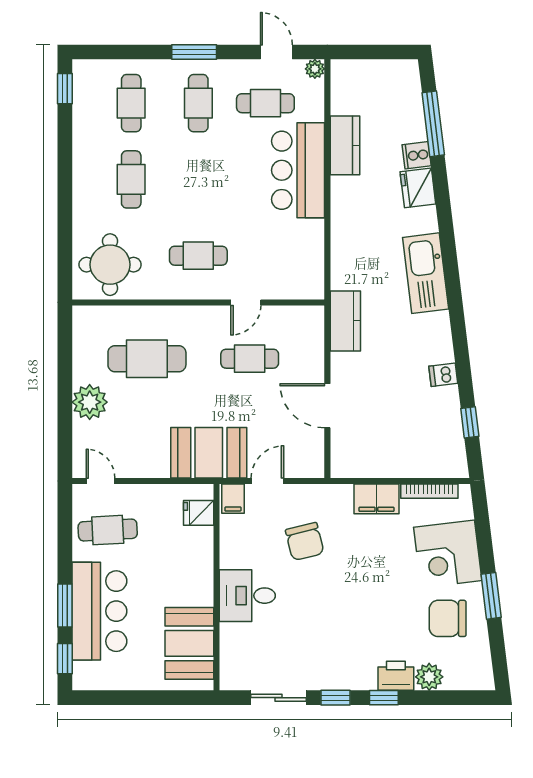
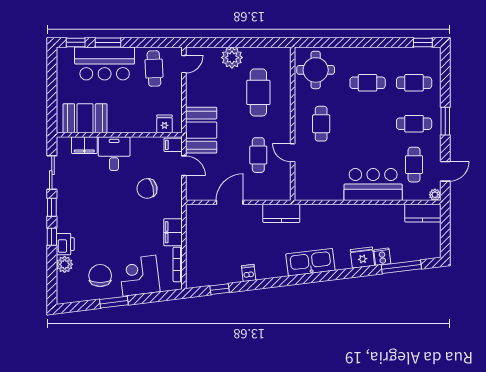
kitchen counter: (345, 145) -> (423, 213), moved
filing cabinet: (233, 644) -> (84, 145), added

